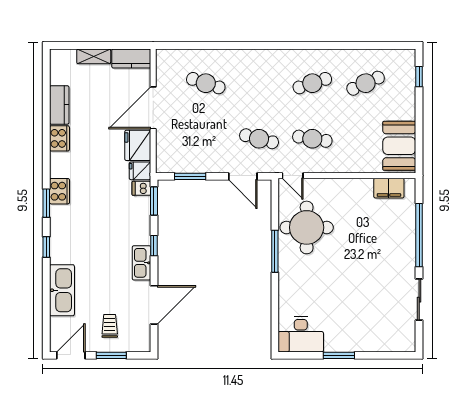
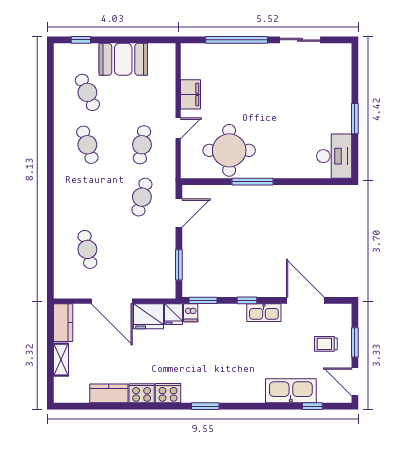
cafe table: (206, 83) -> (87, 249), turned -30
booth: (399, 146) -> (123, 59), moved
door: (293, 176) -> (178, 128), moved
filing cabinet: (389, 188) -> (190, 94), moved
cooker: (59, 191) -> (168, 393), moved
window: (46, 247) -> (312, 406), moved

